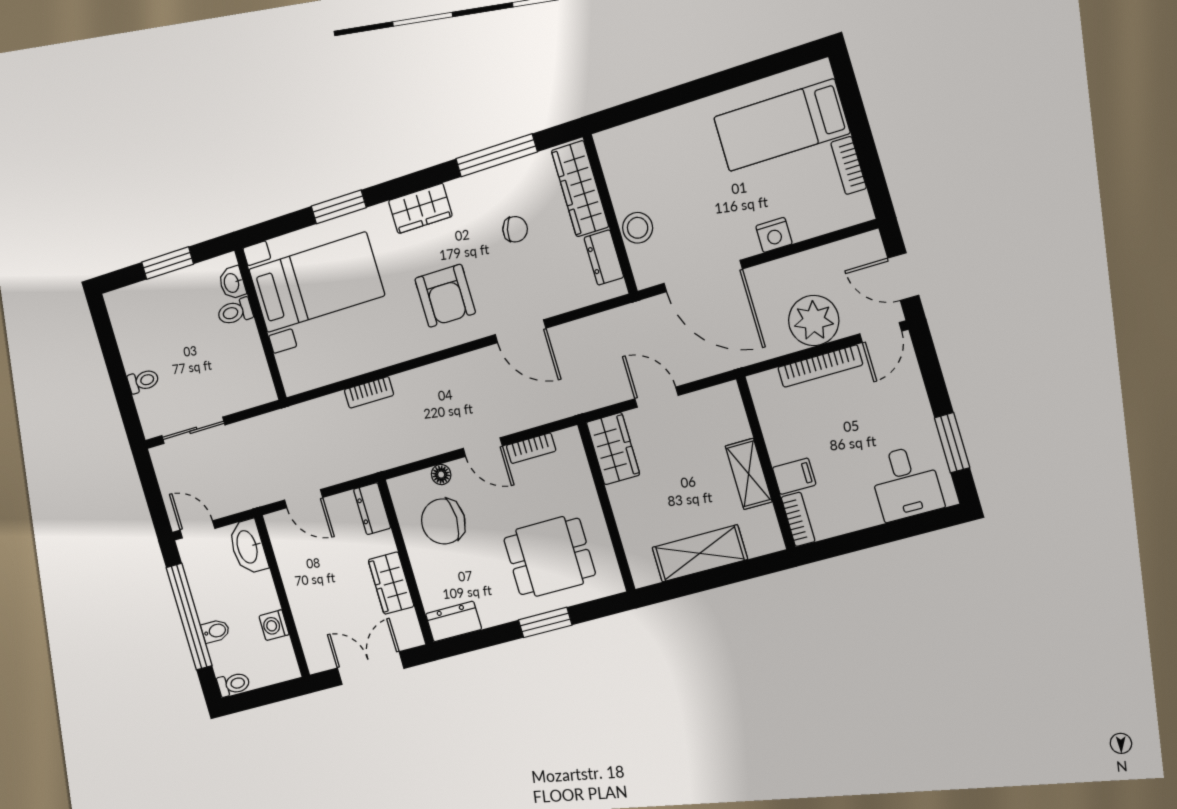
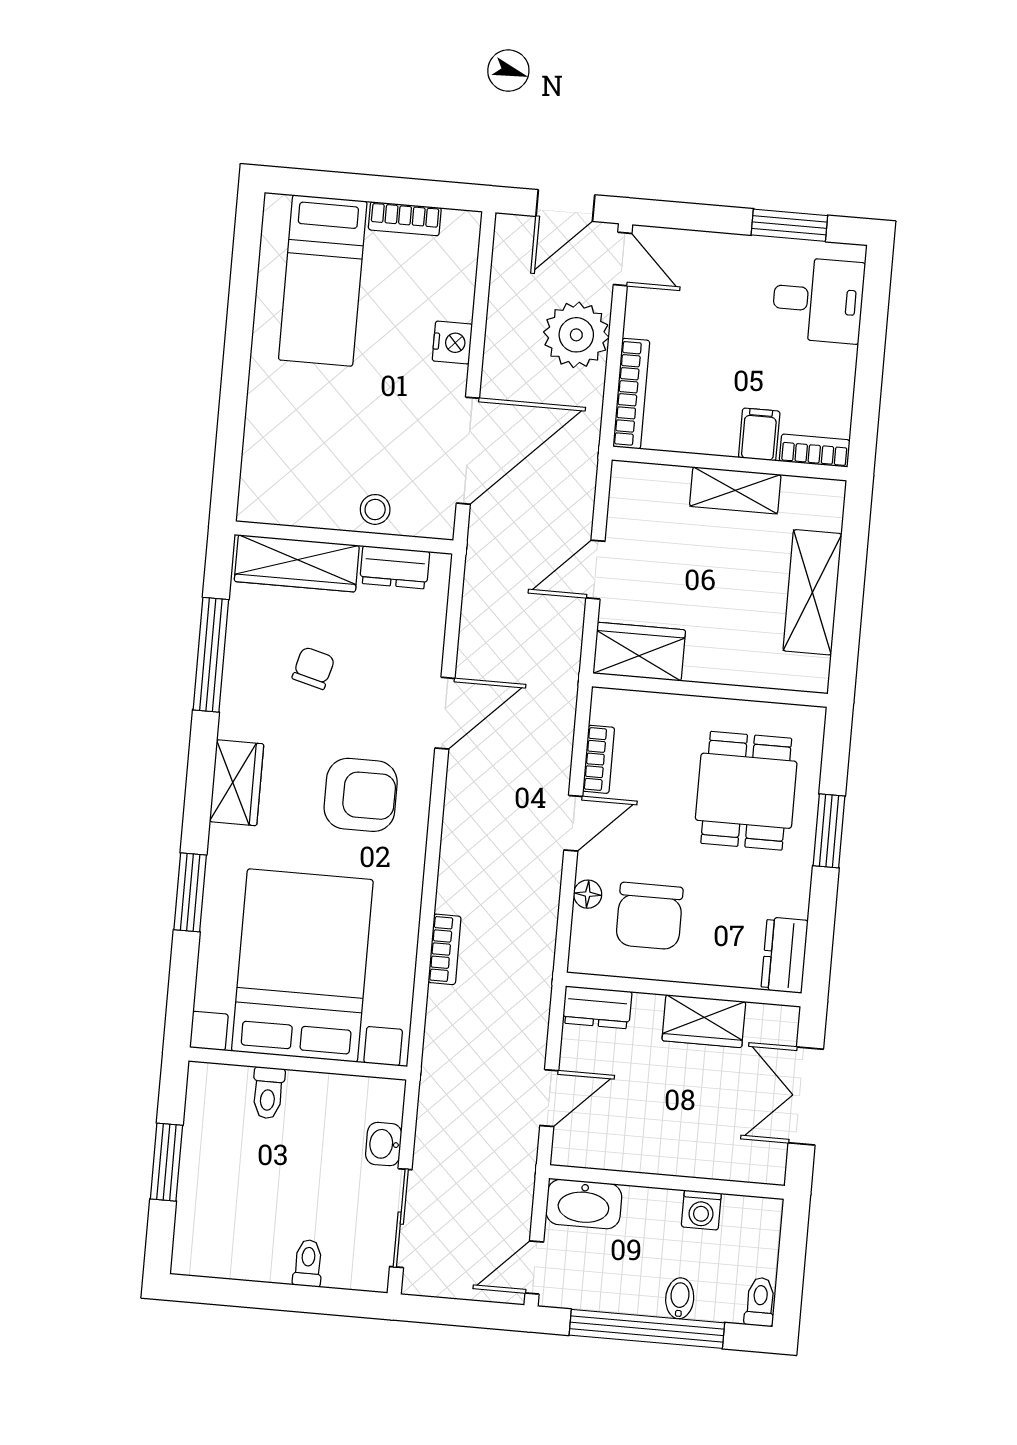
stool: (638, 228) -> (375, 509), width x0.73, depth x0.73
bed with nightstands: (316, 282) -> (302, 965), width x1.36
washbasin: (232, 283) -> (384, 1144), moved, turned 90
bookcase: (820, 366) -> (631, 394), moved

